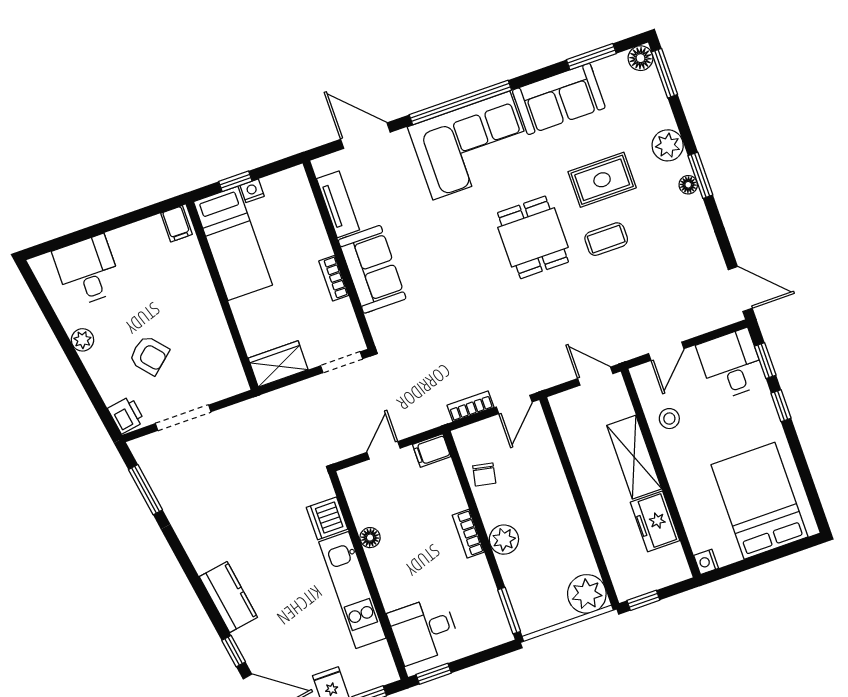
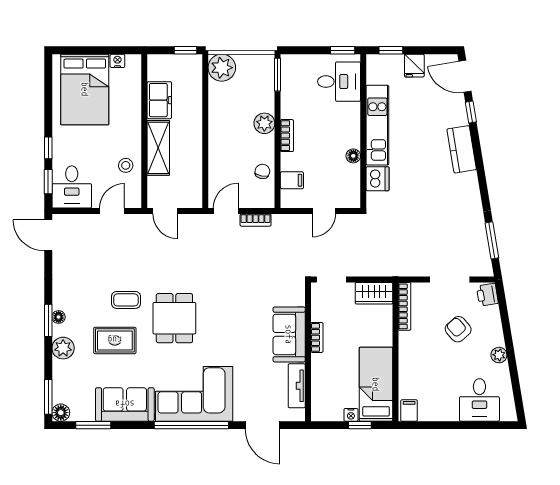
bookcase: (231, 361) -> (405, 306), added
filing cabinet: (432, 451) -> (292, 180), moved
nightstand: (706, 562) -> (117, 61), moved, turned -90

